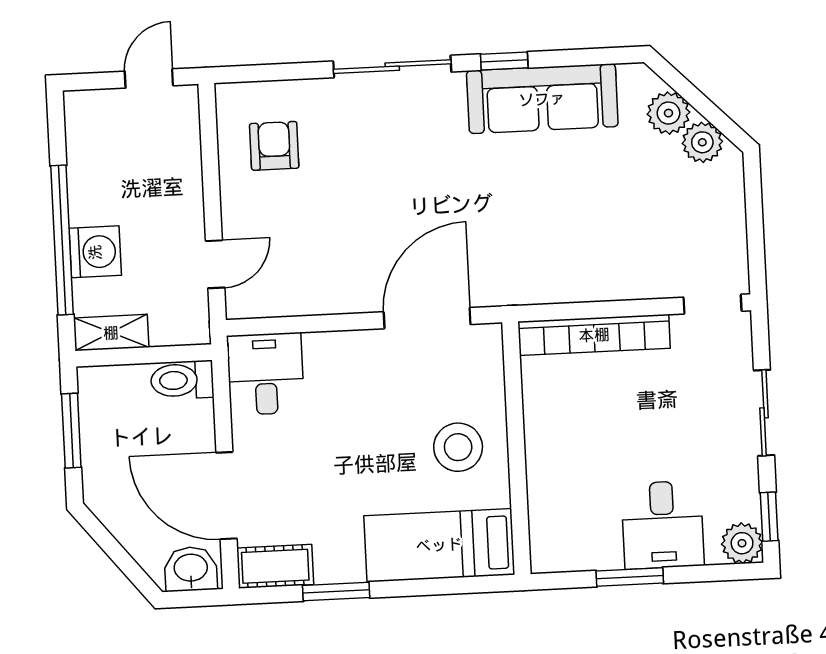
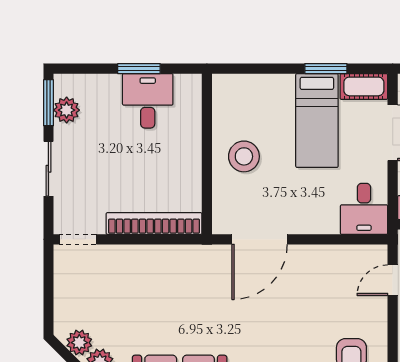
window: (769, 517) -> (48, 103), width x1.50
desk: (663, 525) -> (148, 101), moved
plant: (742, 543) -> (67, 110), moved
bed: (439, 545) -> (317, 120), moved, turned 90

